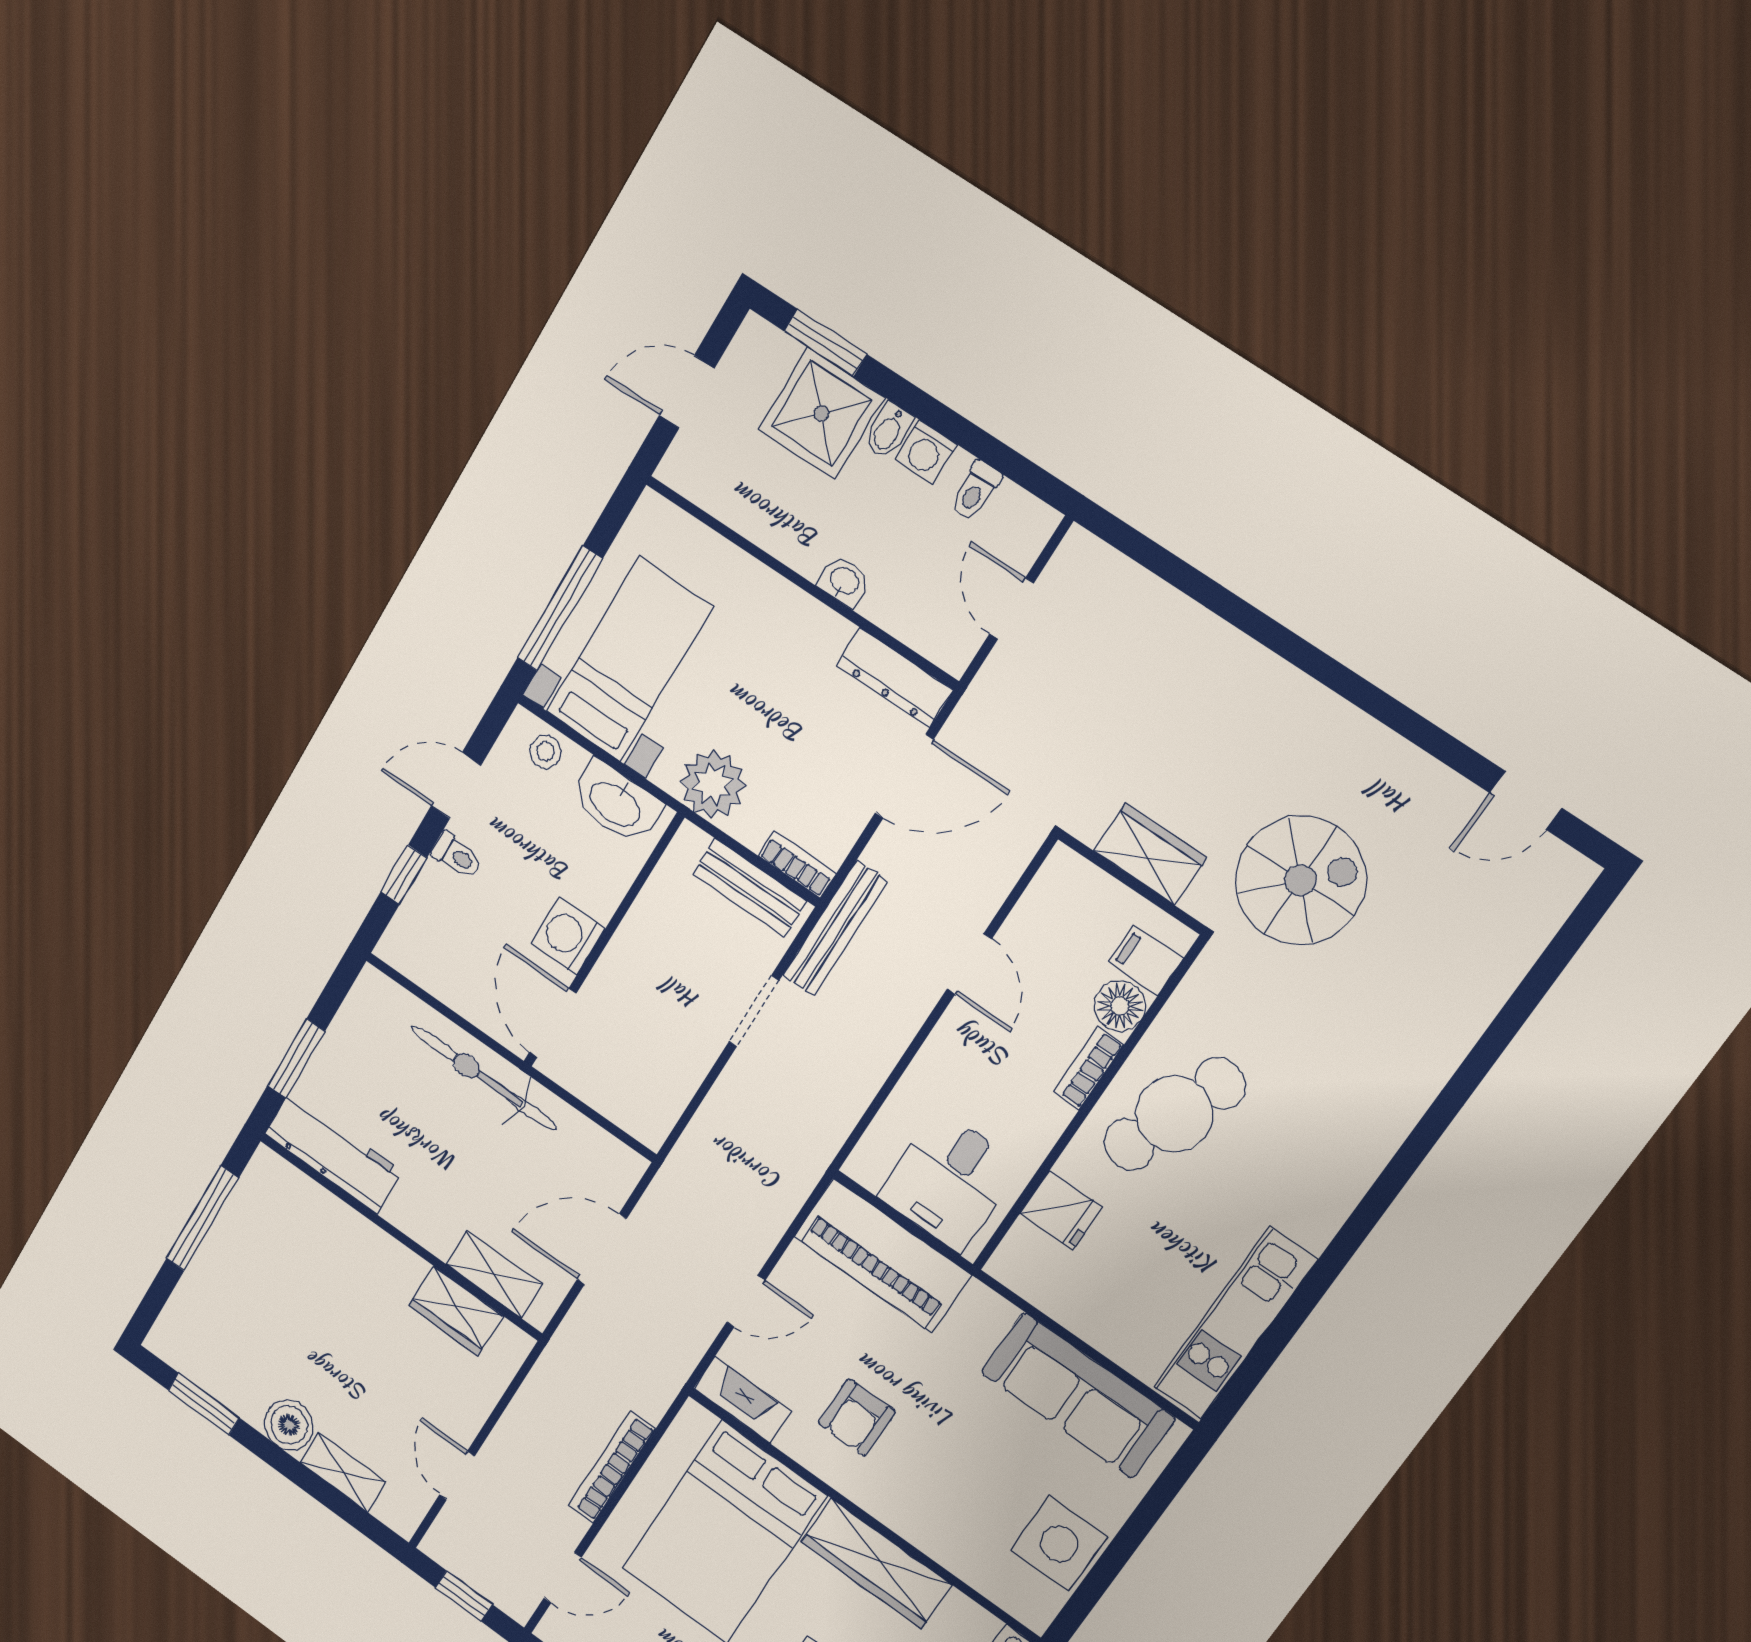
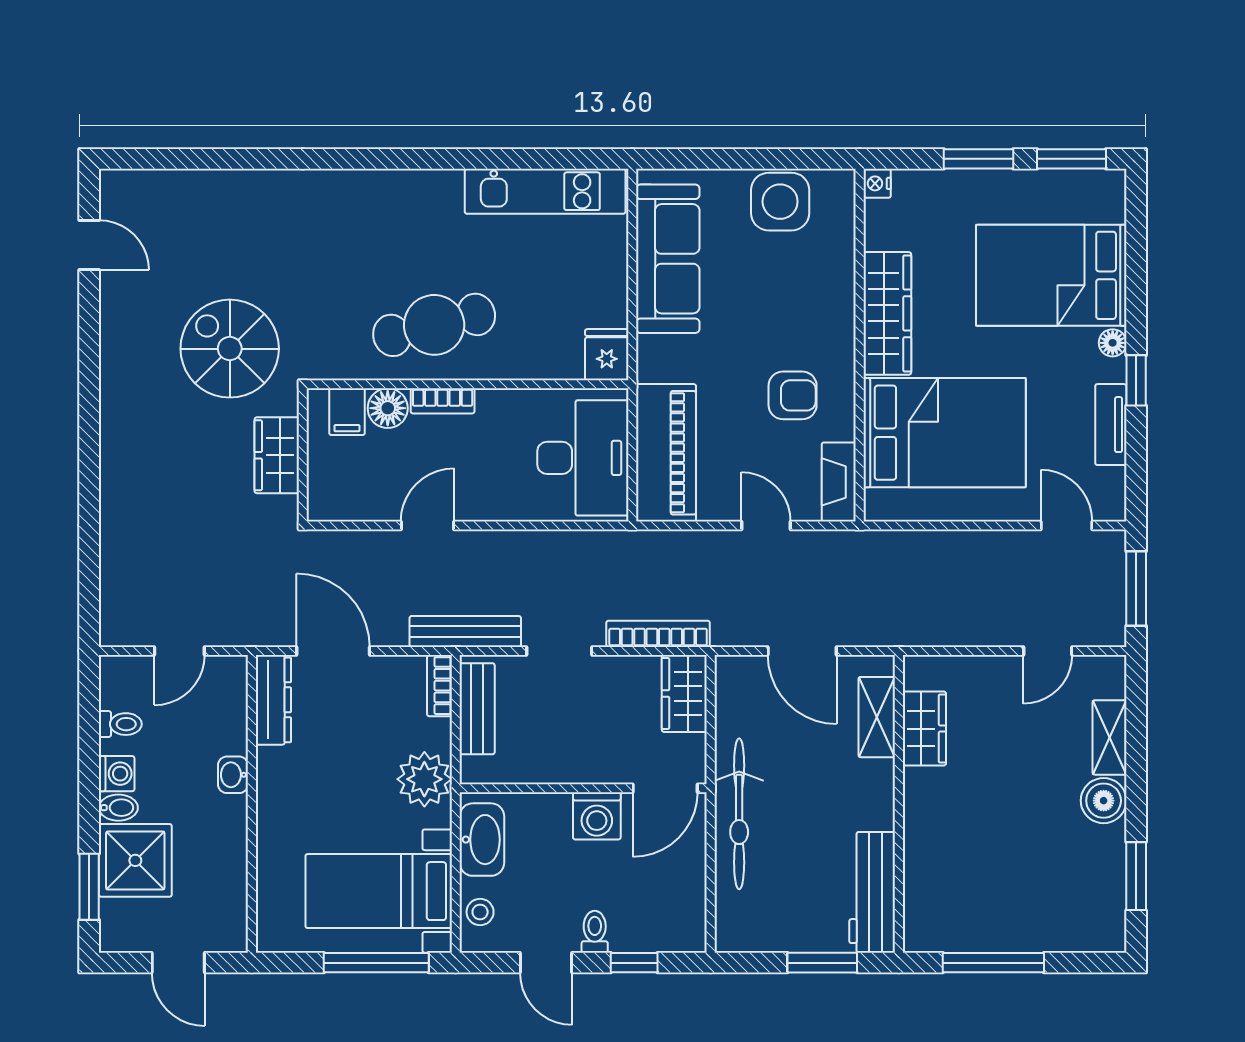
wardrobe: (633, 1106) -> (684, 693), added
cafe table: (1174, 1114) -> (434, 325), turned -35
desk: (949, 1181) -> (583, 458), width x1.37
fridge: (1061, 1210) -> (607, 355), moved
bookcase: (612, 1467) -> (658, 634), moved, turned 180
window: (464, 1596) -> (1136, 589), width x1.50

